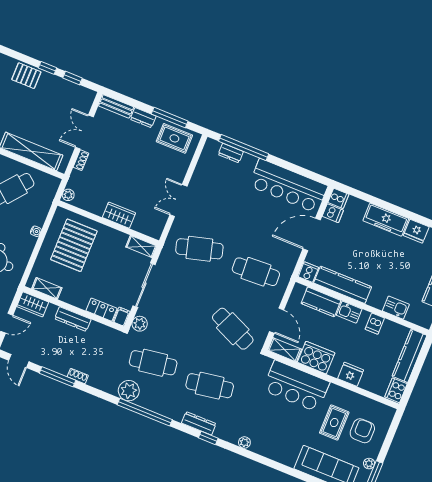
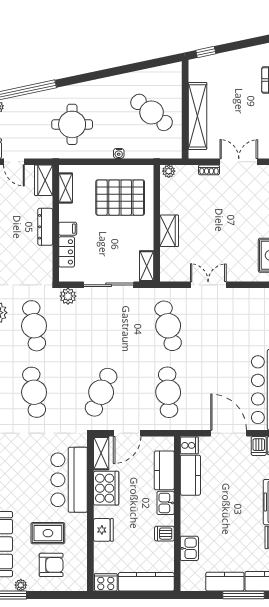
kitchen counter: (343, 285) -> (190, 475), width x0.67
filing cabinet: (122, 317) -> (68, 229), moved

